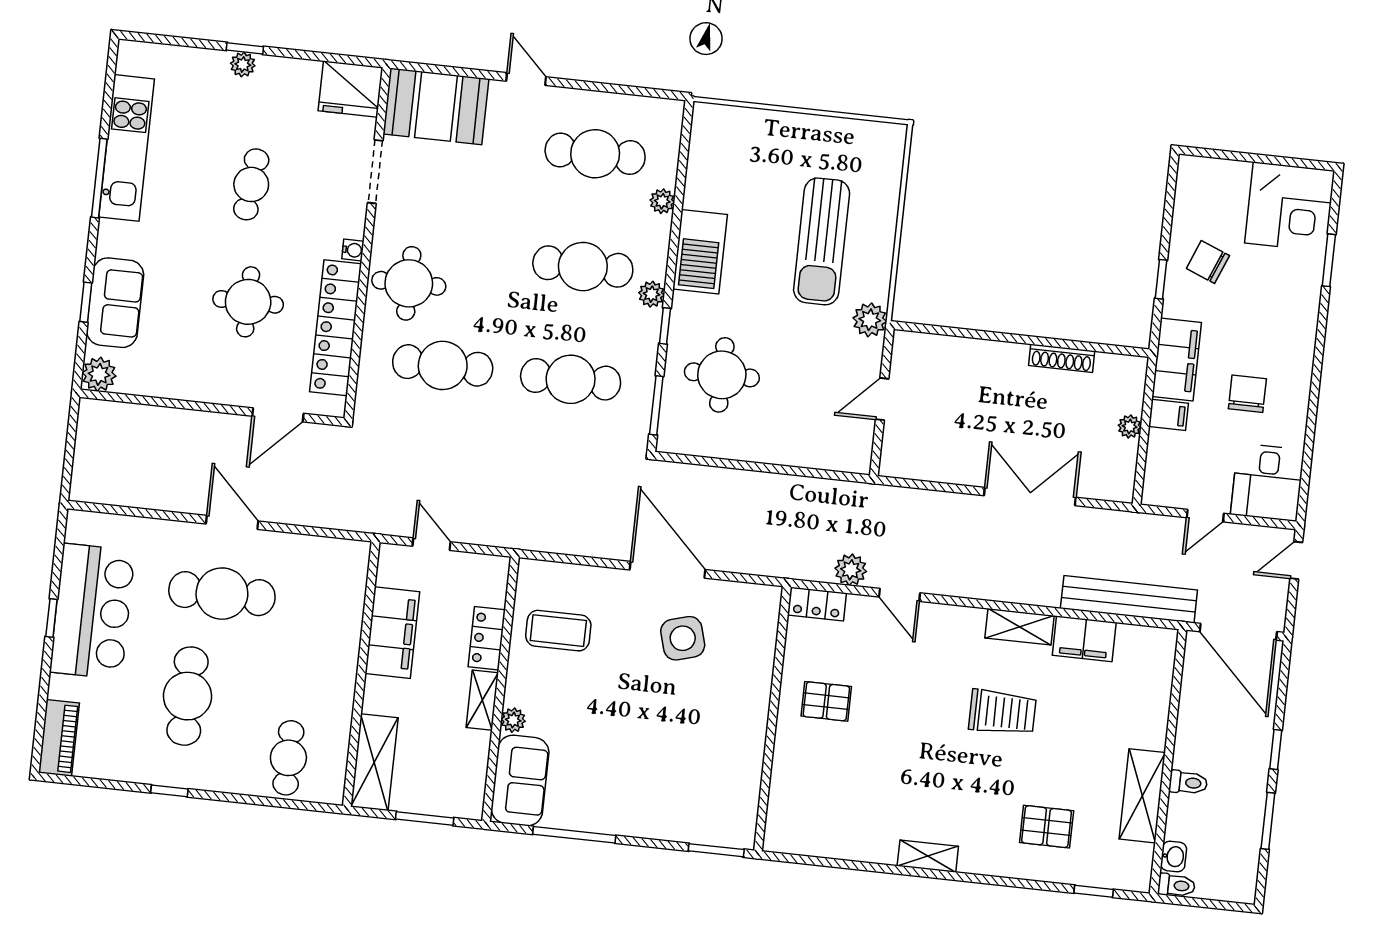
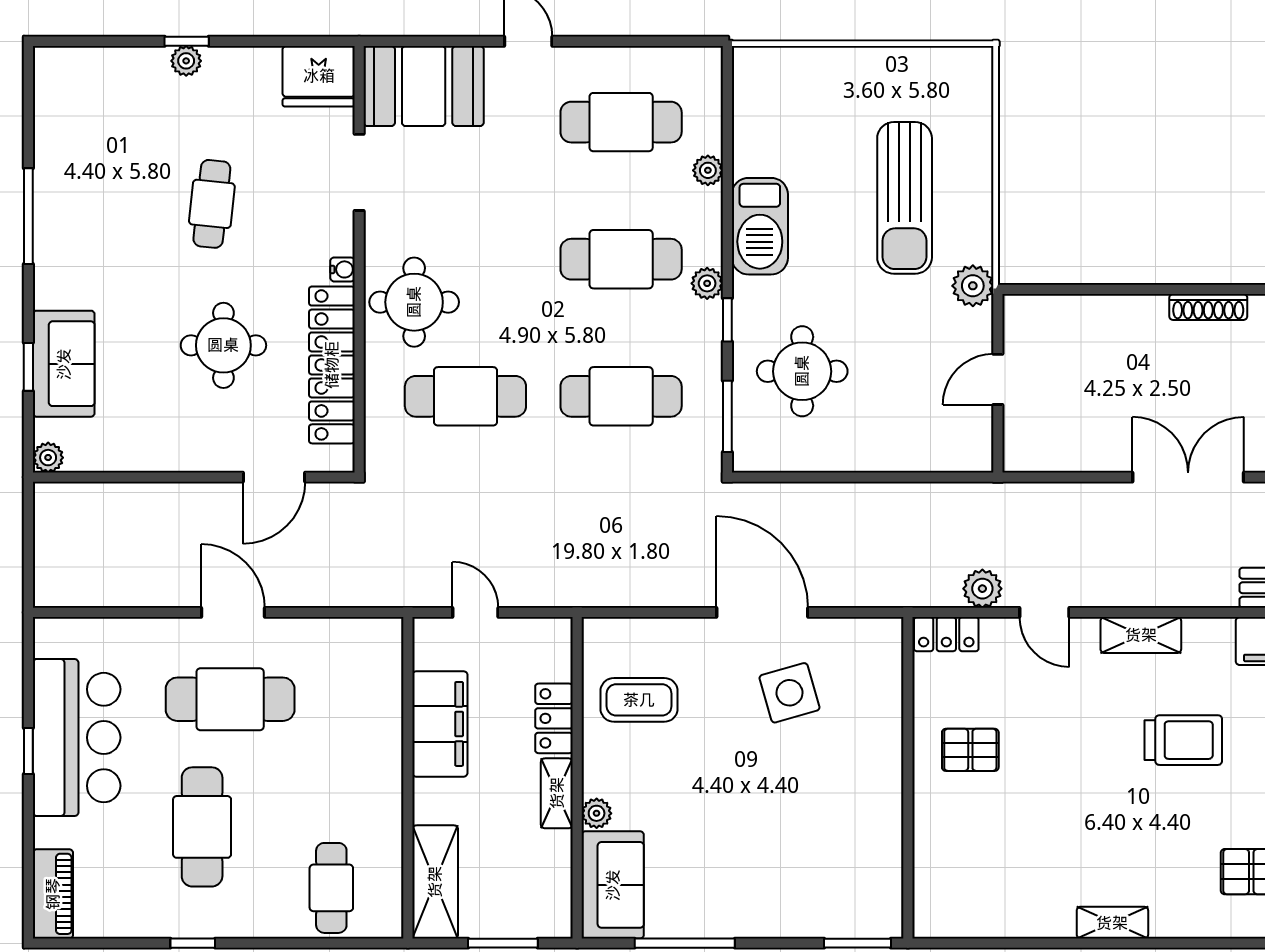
kitchen unit: (127, 148) -> (57, 176), removed
plant: (99, 374) -> (48, 458), width x0.73, depth x0.73
shelving: (1020, 627) -> (1141, 635), moved

